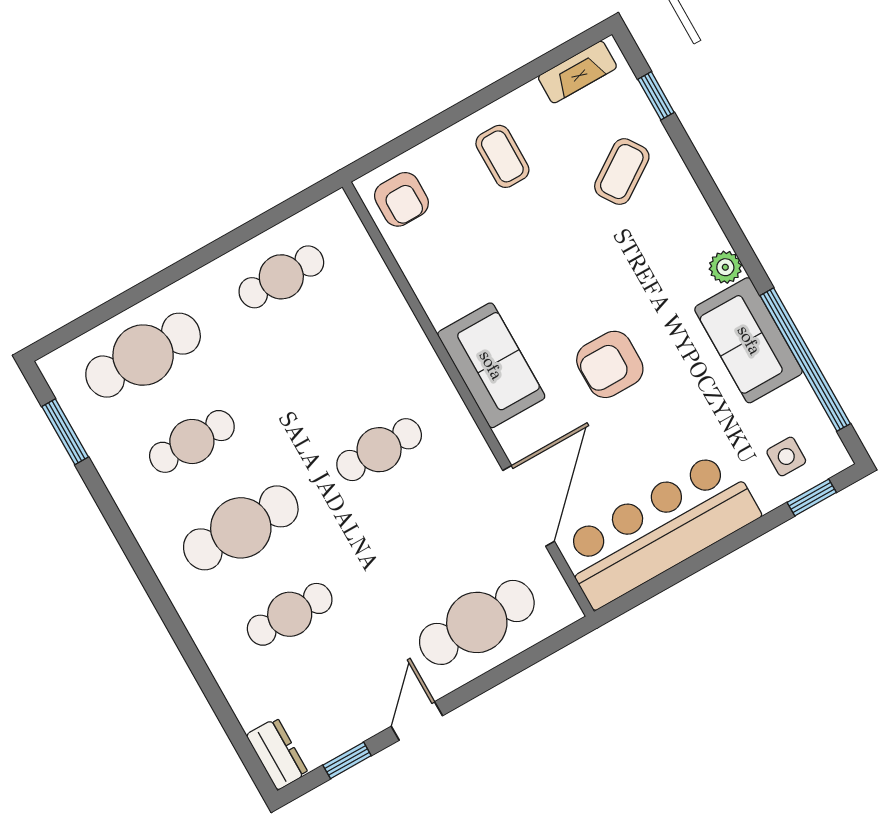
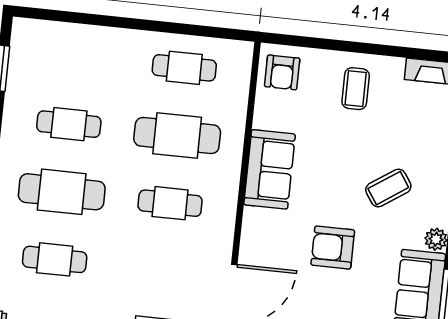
coffee table: (622, 172) -> (388, 188), moved
cafe table: (143, 355) -> (177, 135), moved
sofa: (491, 365) -> (270, 169), moved

